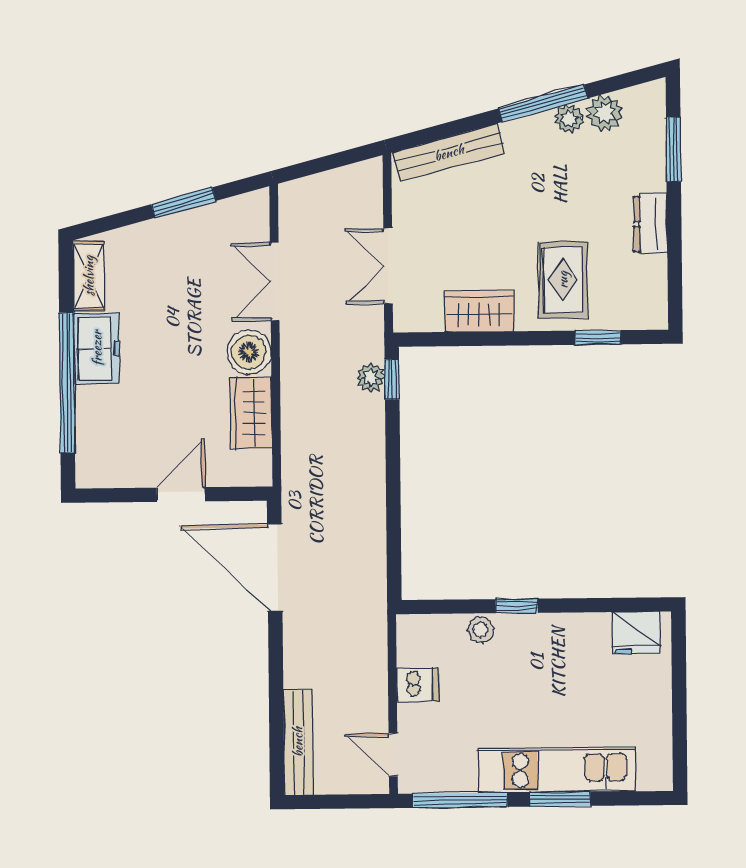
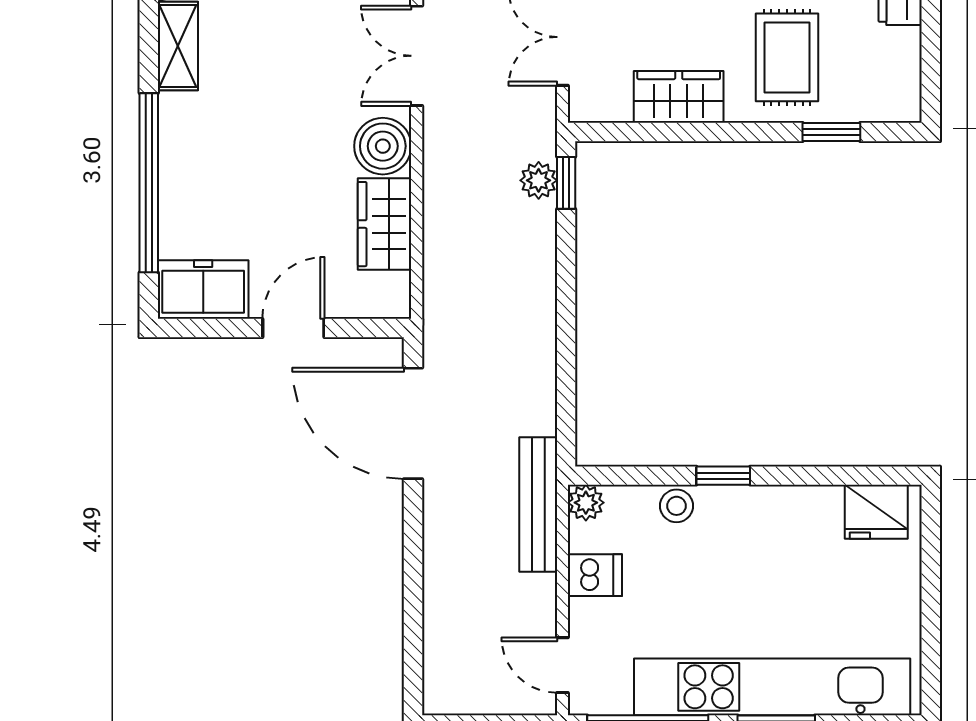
freezer: (97, 348) -> (203, 289), moved, turned -90
plant: (410, 628) -> (586, 503), added
bench: (298, 742) -> (538, 505), moved
kitchen unit: (557, 770) -> (772, 687), width x1.36

